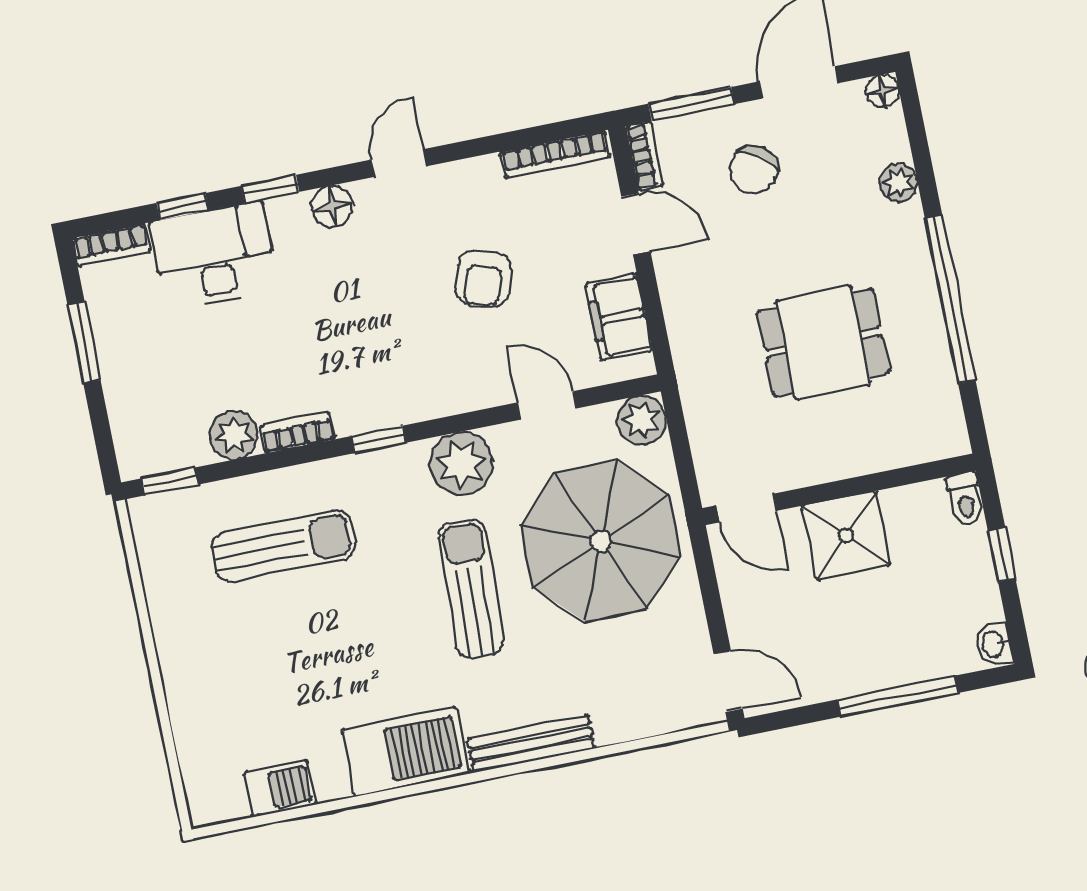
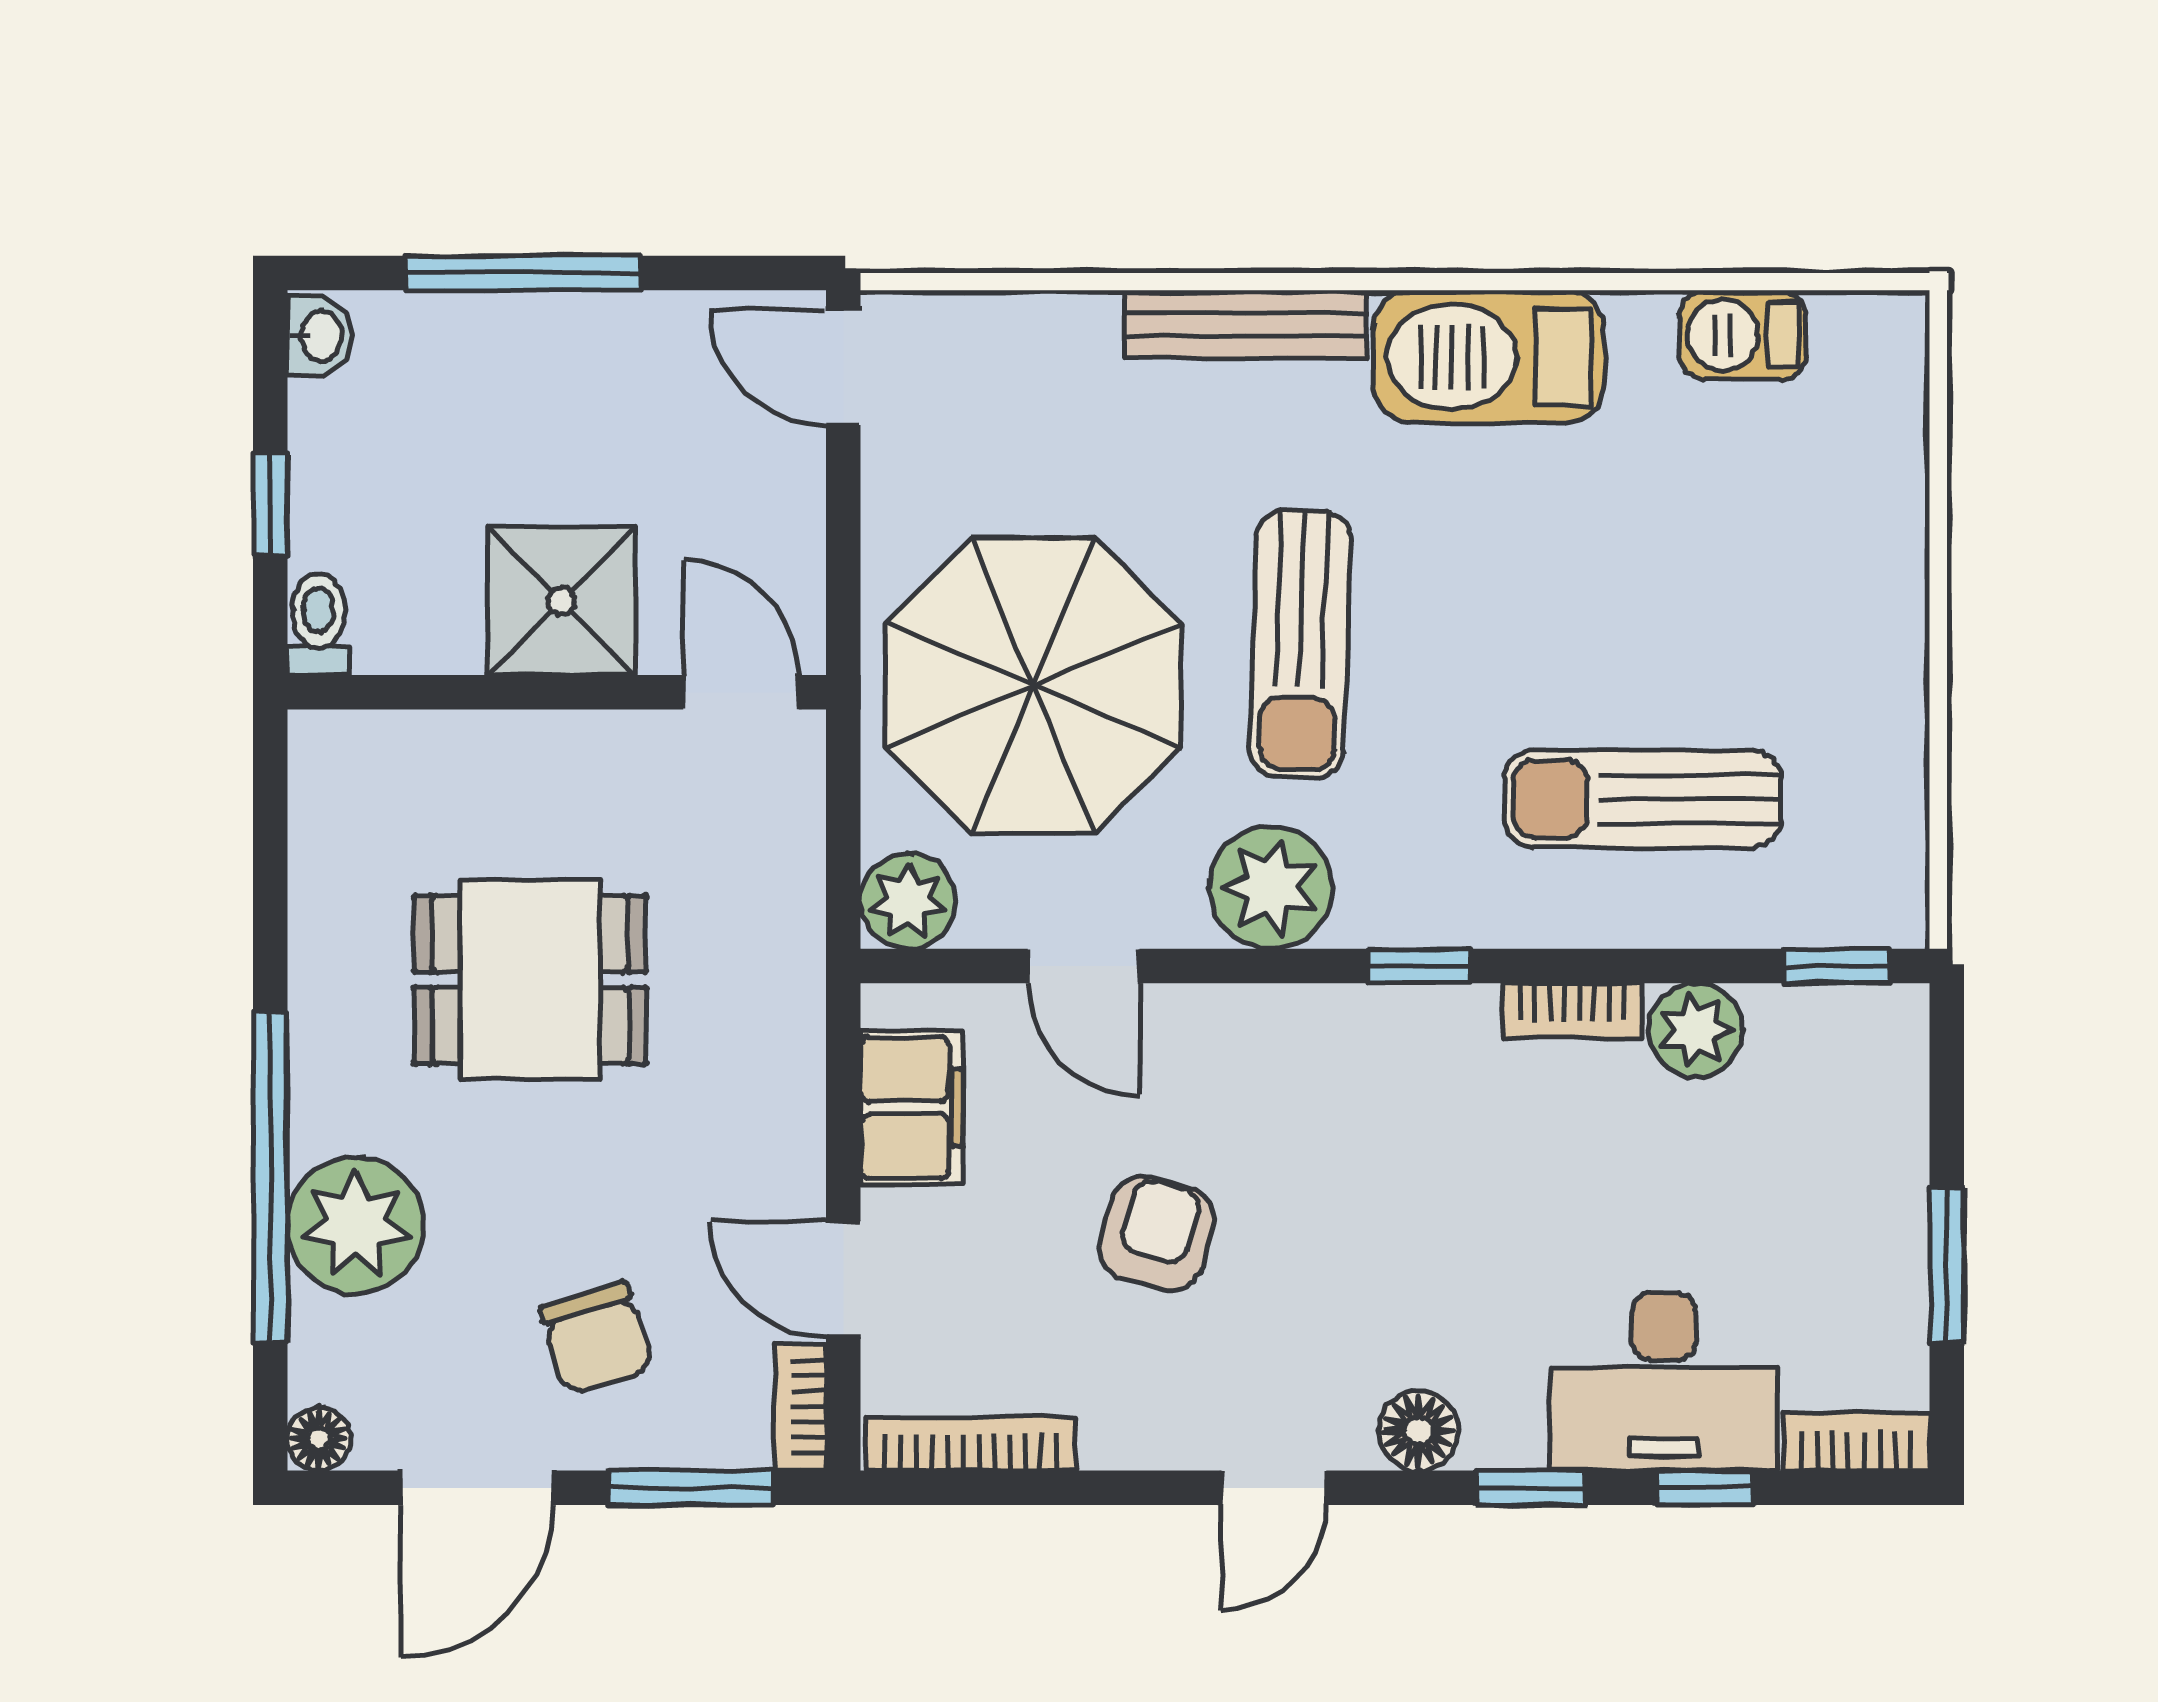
chair: (754, 170) -> (596, 1338), turned 128
plant: (899, 182) -> (356, 1225), width x1.87, depth x1.87
window: (950, 299) -> (270, 1177), moved

